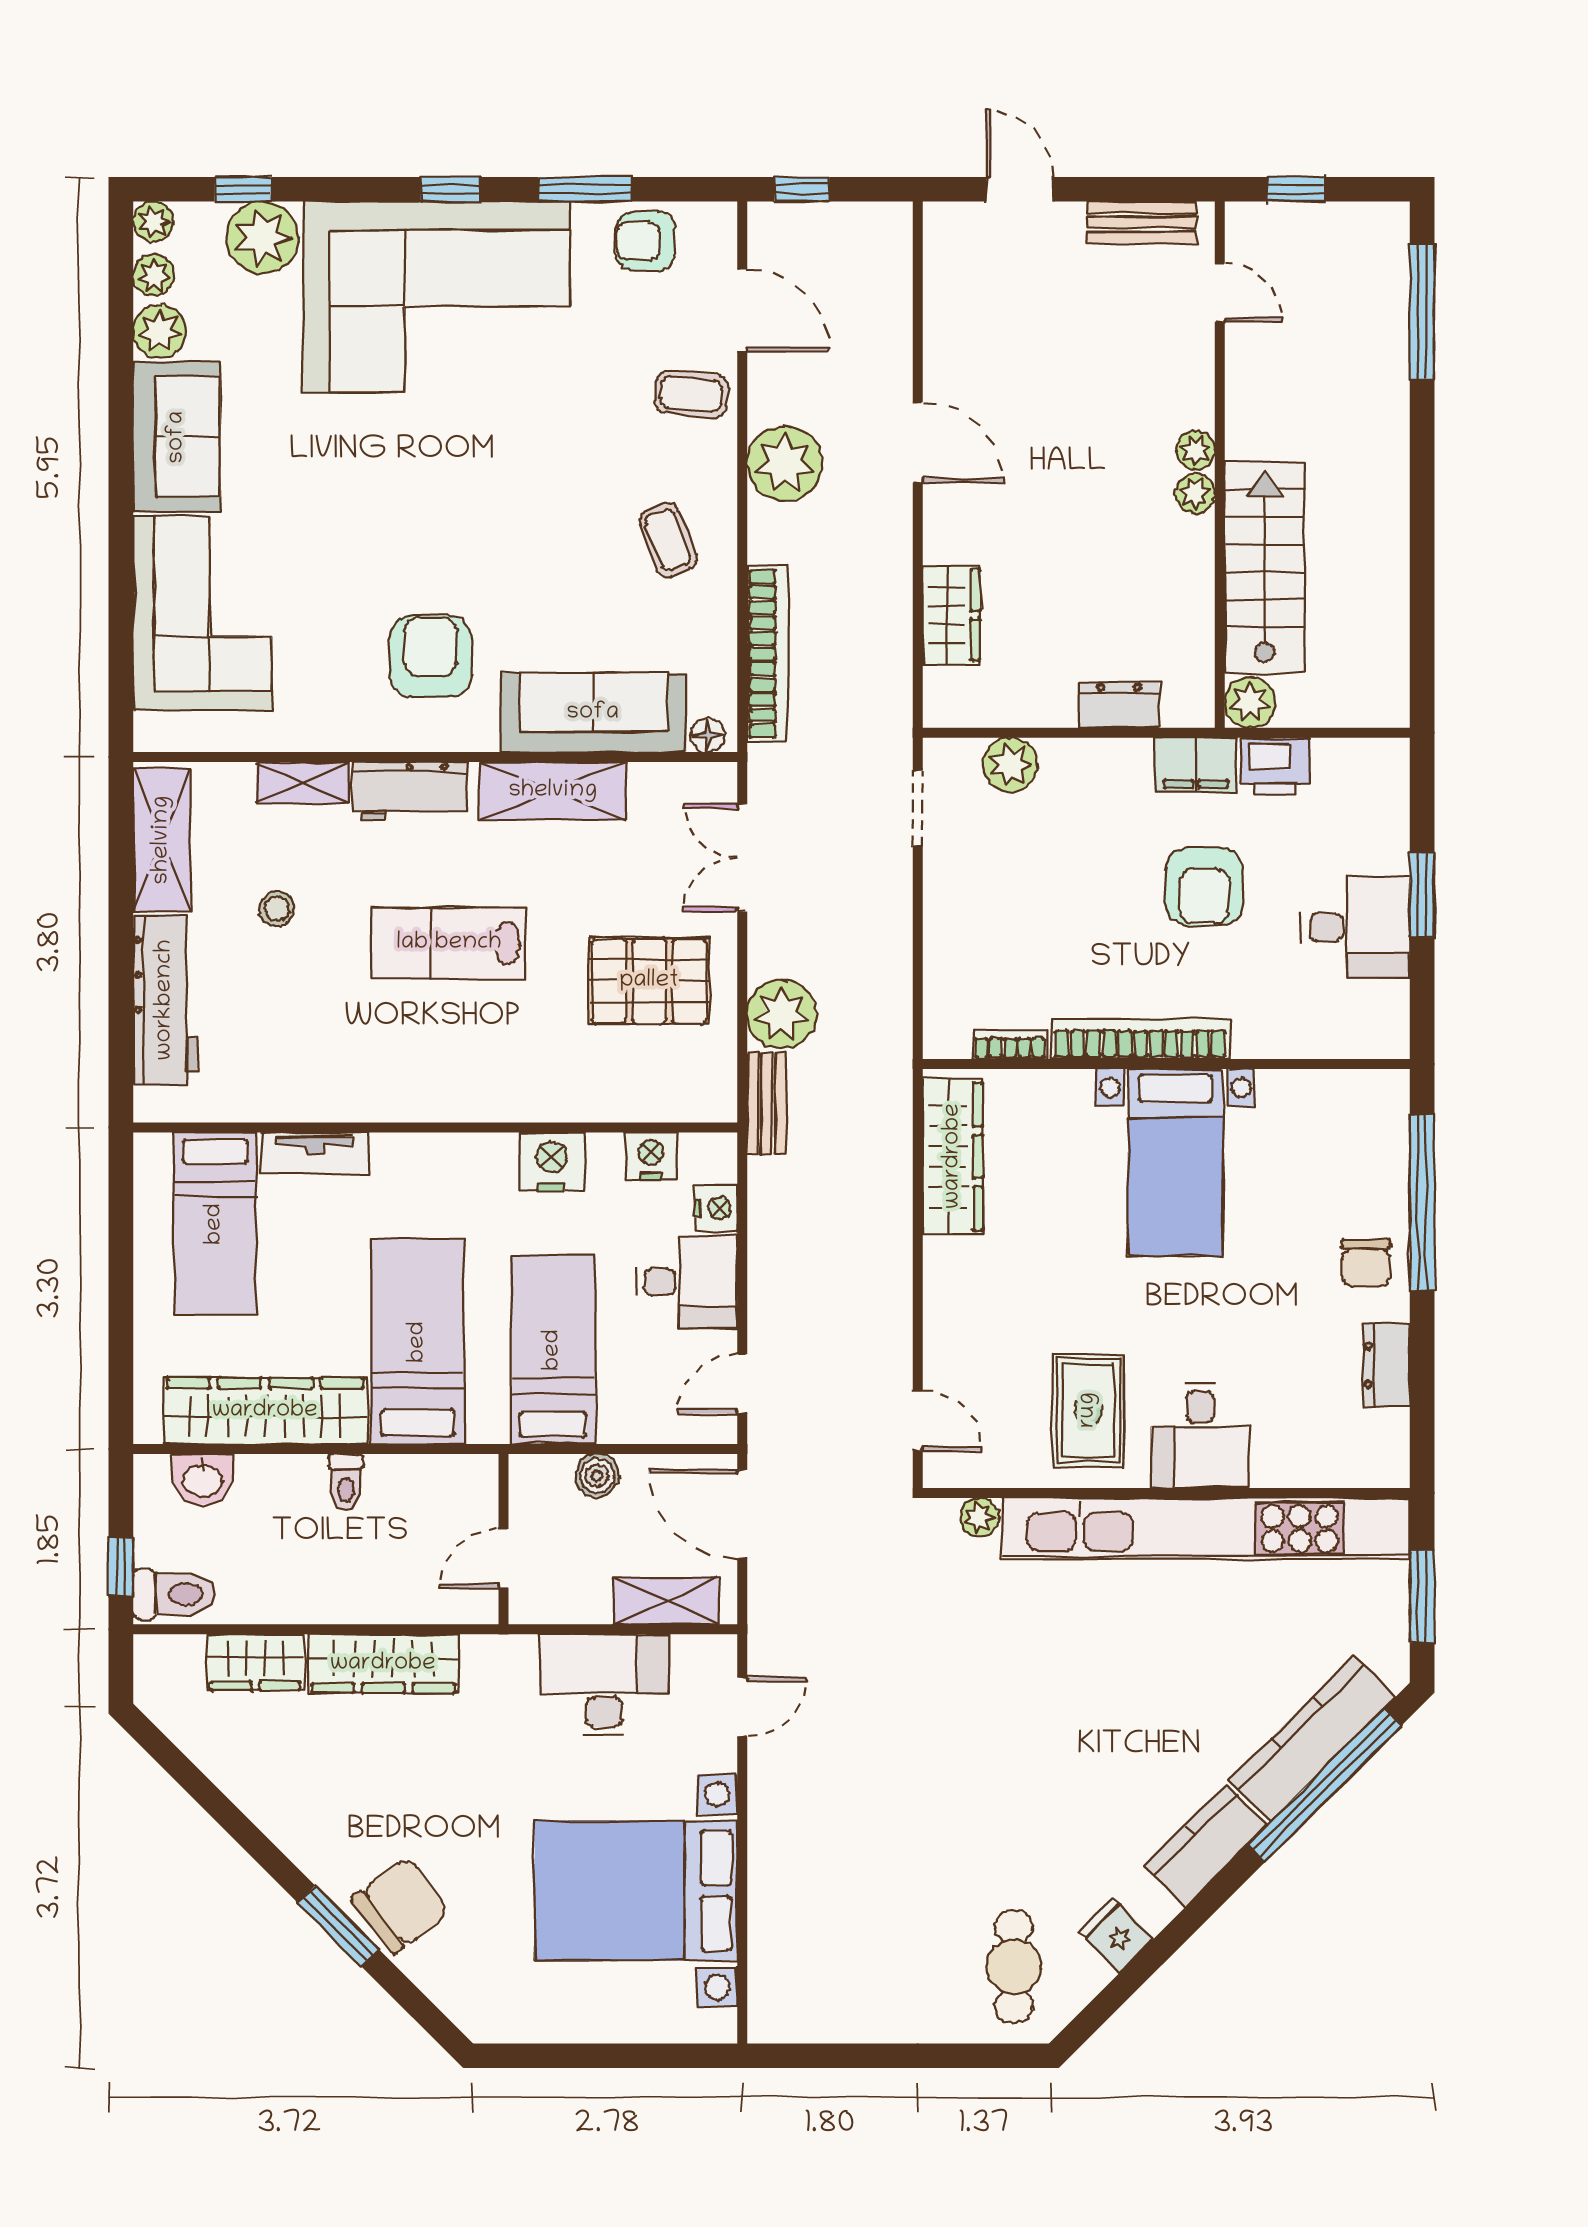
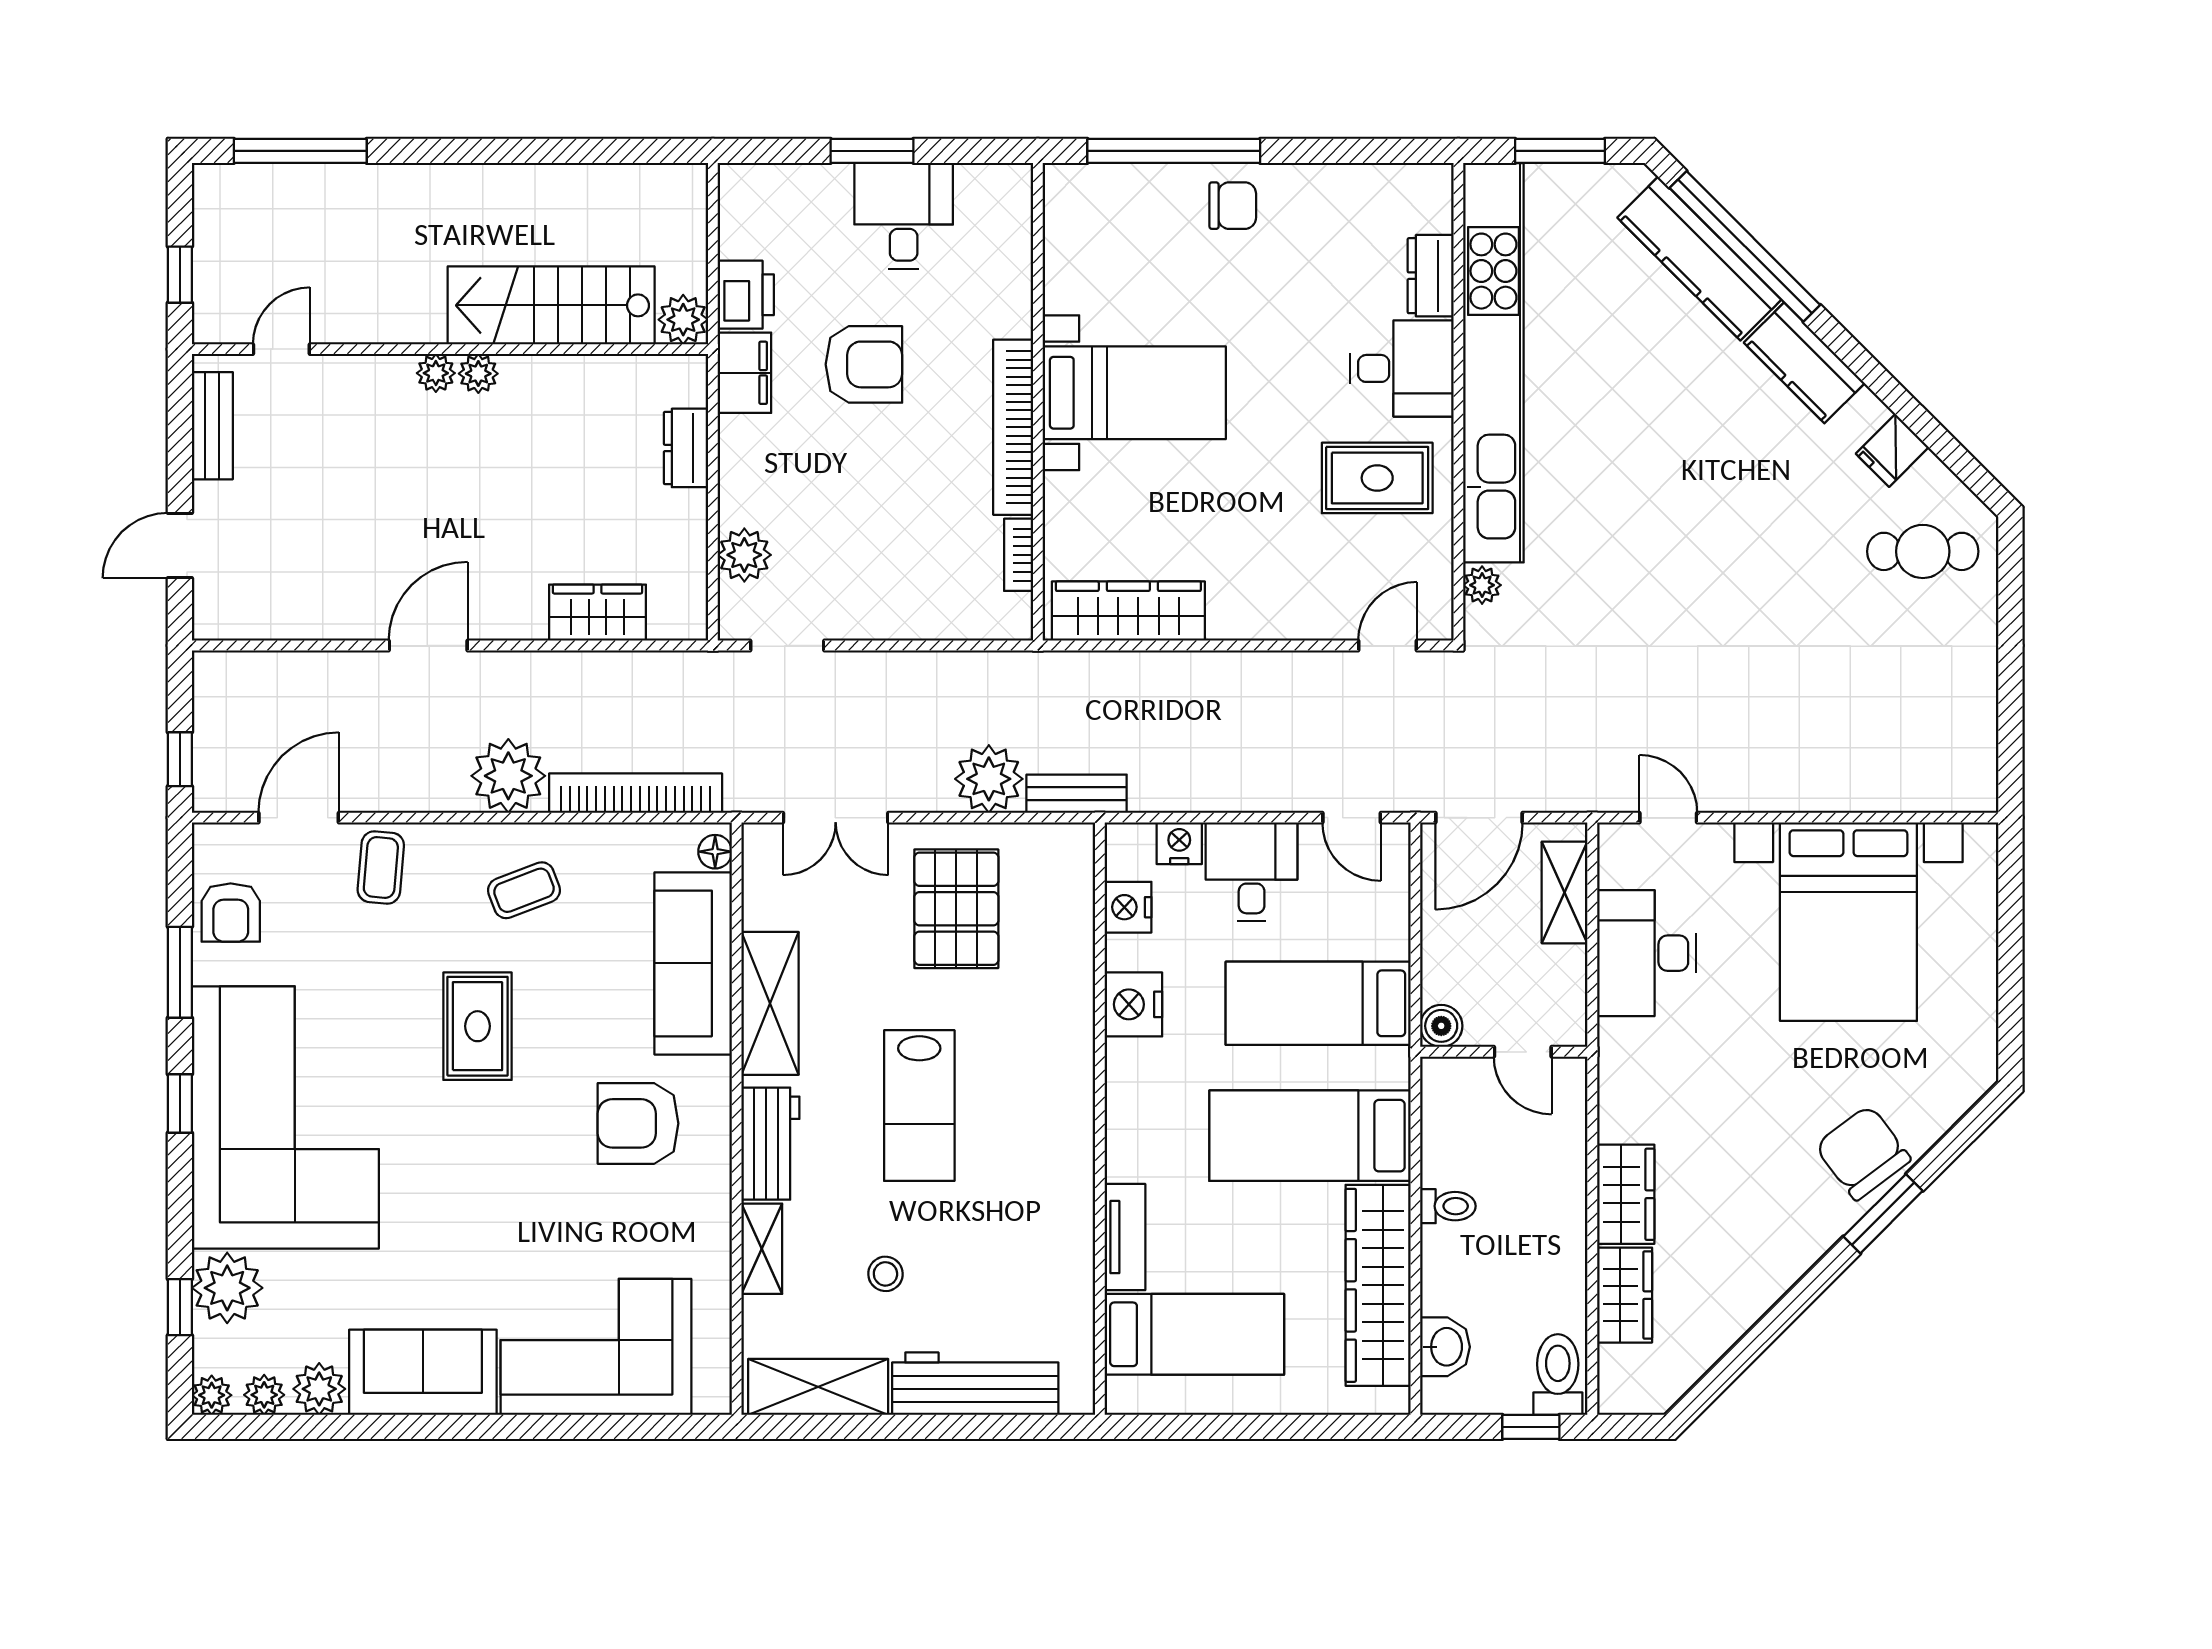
plant: (785, 464) -> (508, 776), moved
rug: (529, 493) -> (477, 1026), added
dresser: (1387, 1365) -> (1431, 276), moved, turned 90
boiler: (597, 1475) -> (1441, 1026), moved
wardrobe: (383, 1664) -> (1626, 1194), width x0.67

